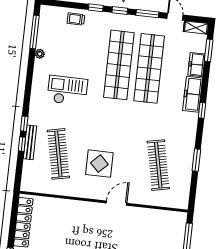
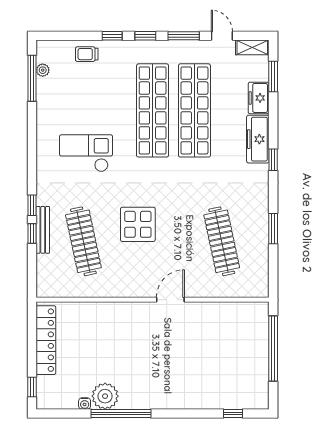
plant: (40, 54) -> (43, 70), moved
display table: (99, 164) -> (138, 224), moved

